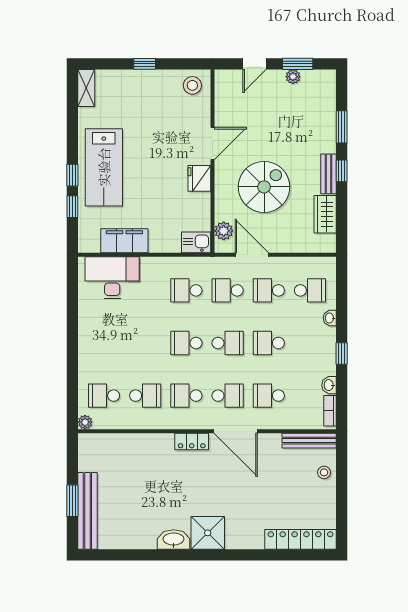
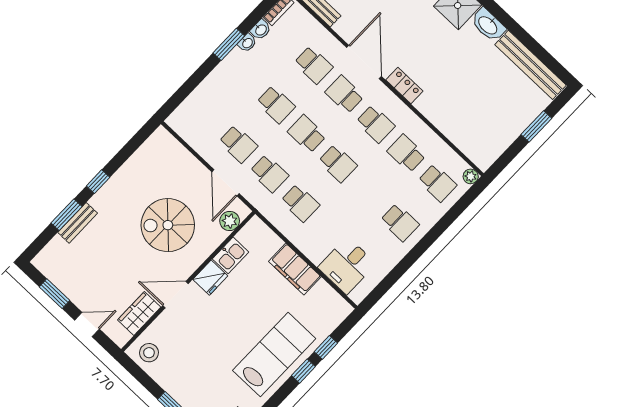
plant: (293, 77) -> (67, 287), removed
bench: (328, 174) -> (78, 223), moved
wardrobe: (325, 214) -> (139, 314), moved, turned 180
filing cabinet: (124, 241) -> (295, 269), moved
kitchen sink: (196, 242) -> (231, 255), moved, turned -90
desk: (112, 278) -> (347, 266), width x0.73
school desk: (310, 290) -> (400, 222), moved, turned 180
washbasin: (330, 318) -> (247, 43), moved
window: (342, 353) -> (229, 44), width x1.50
bench: (87, 511) -> (531, 65), moved, turned 90

